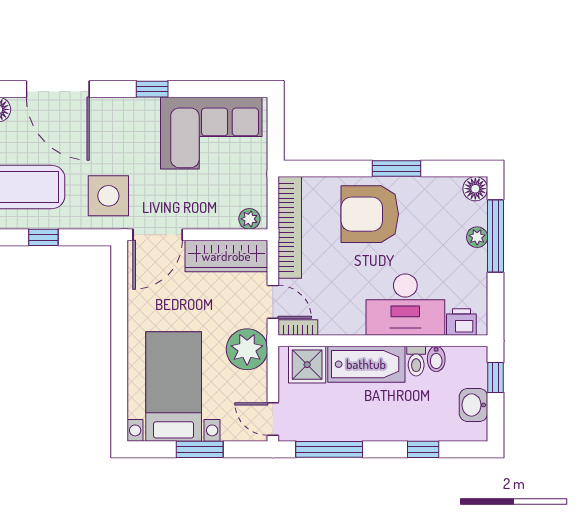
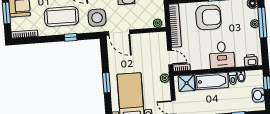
armchair: (370, 214) -> (208, 17), turned 180
door: (158, 235) -> (119, 33), hinge flipped
wardrobe: (226, 256) -> (149, 40), removed
desk: (405, 305) -> (222, 55), width x0.73
plant: (247, 349) -> (165, 78), width x0.53, depth x0.53
window: (119, 350) -> (106, 83), added

